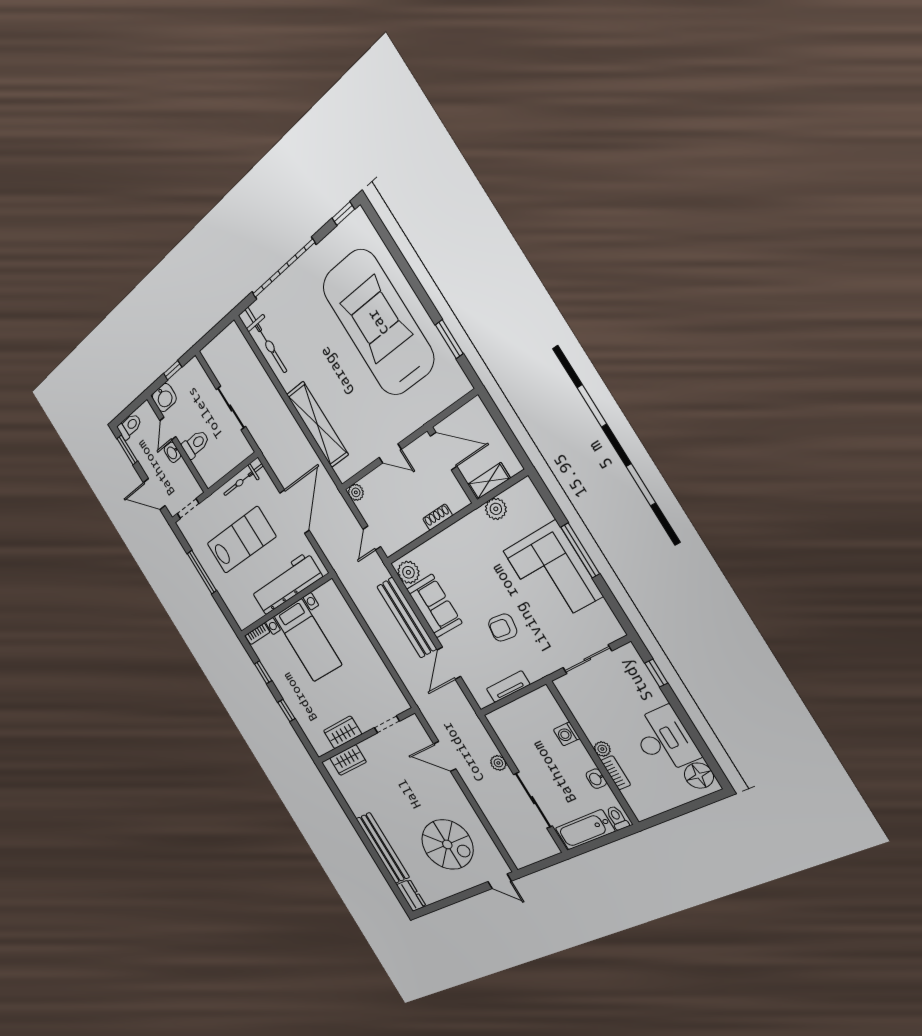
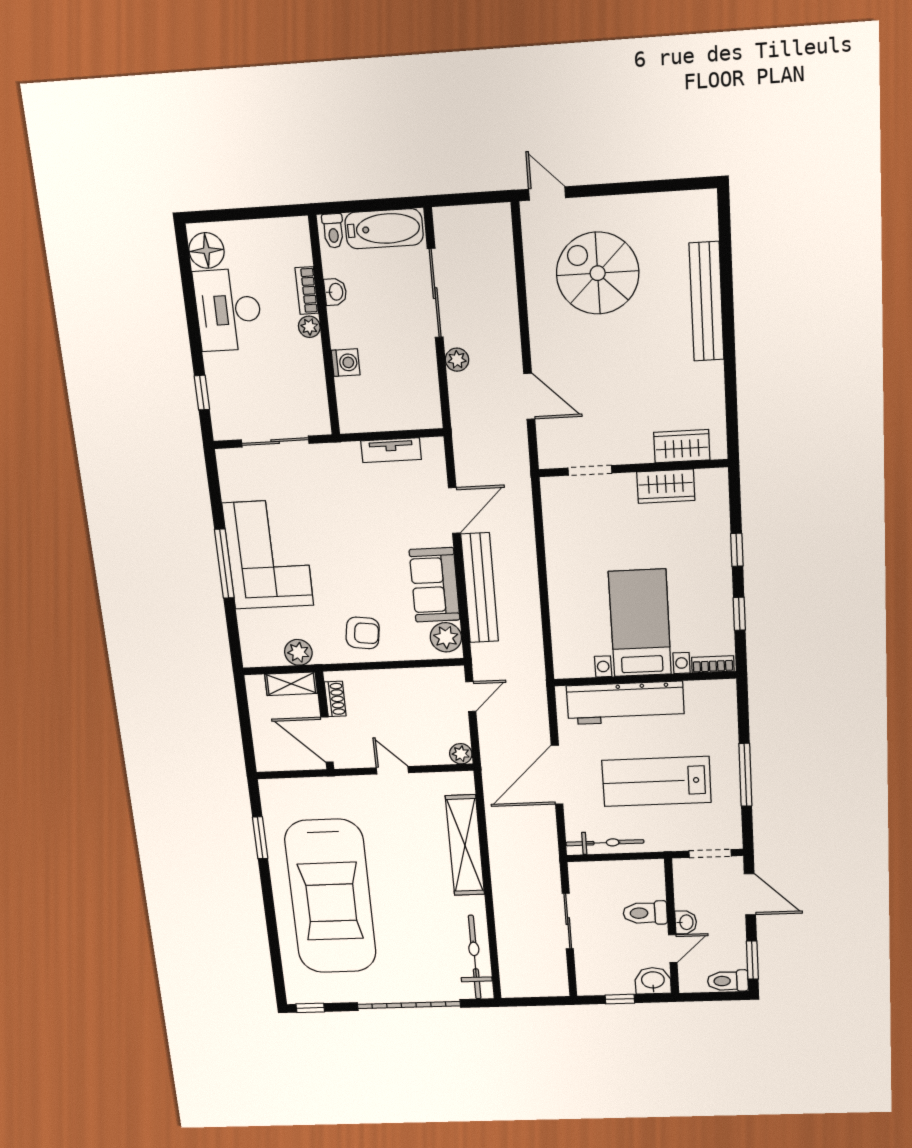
shoe rack: (438, 517) -> (335, 699), moved, turned -90
armchair: (503, 628) -> (363, 633), moved
dresser: (411, 895) -> (704, 214), removed

